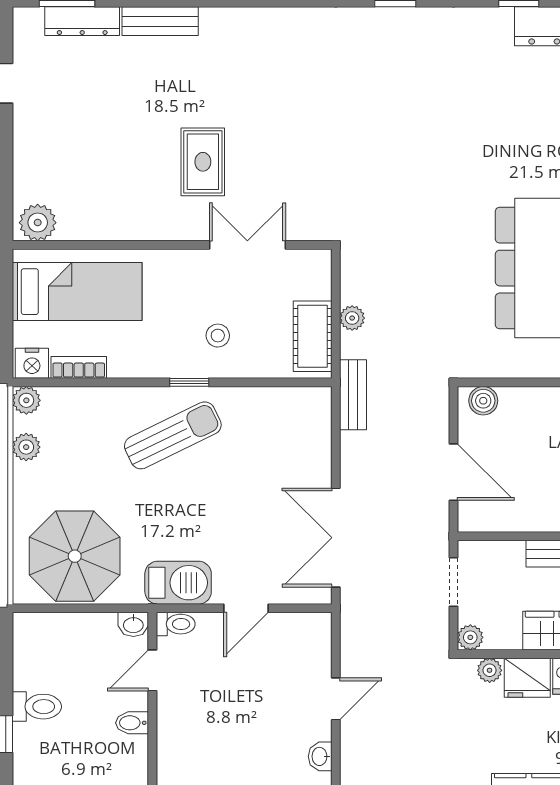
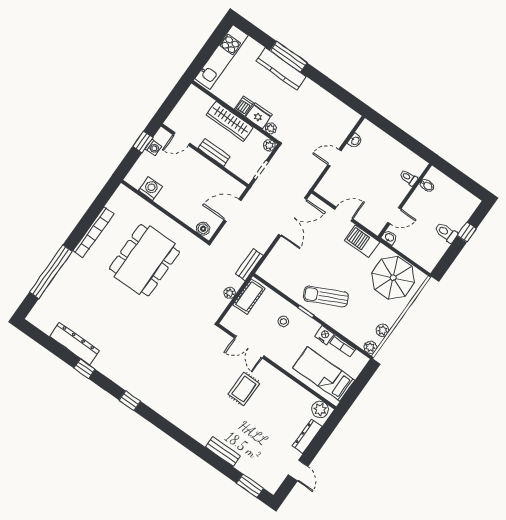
dresser: (82, 21) -> (307, 436), moved, turned -90
nightstand: (32, 363) -> (324, 335), moved
door: (454, 472) -> (232, 210), hinge flipped
toilet: (176, 624) -> (408, 178), moved
bidet: (132, 723) -> (427, 185), moved

